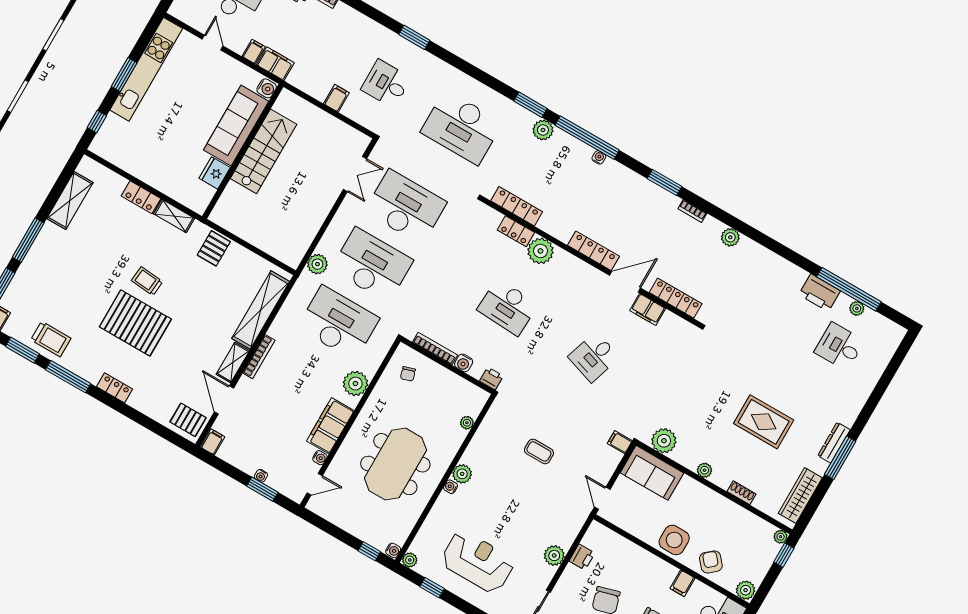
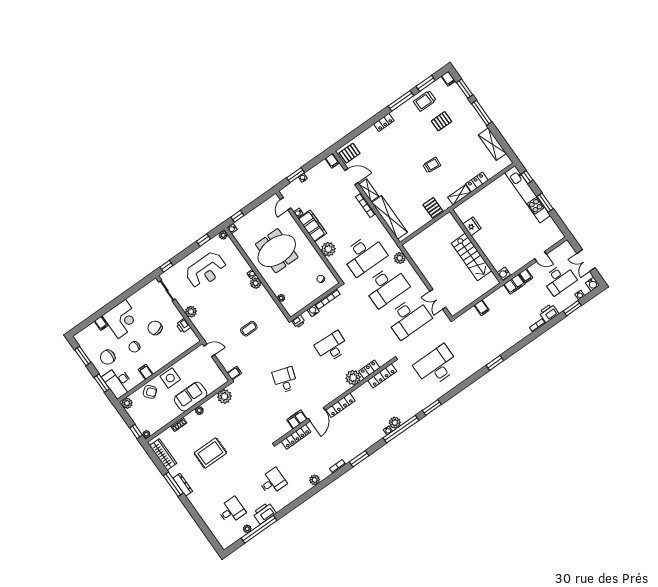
kitchen unit: (146, 69) -> (528, 194), moved
desk: (386, 84) -> (272, 482), moved
sofa: (236, 126) -> (492, 249), removed
plant: (543, 130) -> (395, 423), moved
pallet: (135, 323) -> (442, 121), moved, width x0.49, depth x0.50
meeting table: (395, 464) -> (277, 251), turned 90
sofa: (652, 473) -> (191, 397), moved

